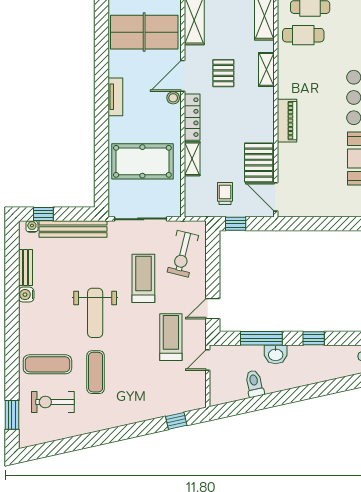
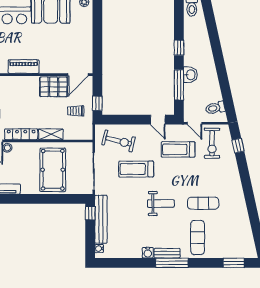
window: (43, 214) -> (90, 213), moved
bench: (26, 268) -> (167, 253), moved
weight bench: (95, 313) -> (161, 204), width x0.73, depth x0.75
window: (12, 328) -> (172, 263), added
toilet: (254, 384) -> (215, 108), moved
exercise bike: (53, 402) -> (212, 143), moved

